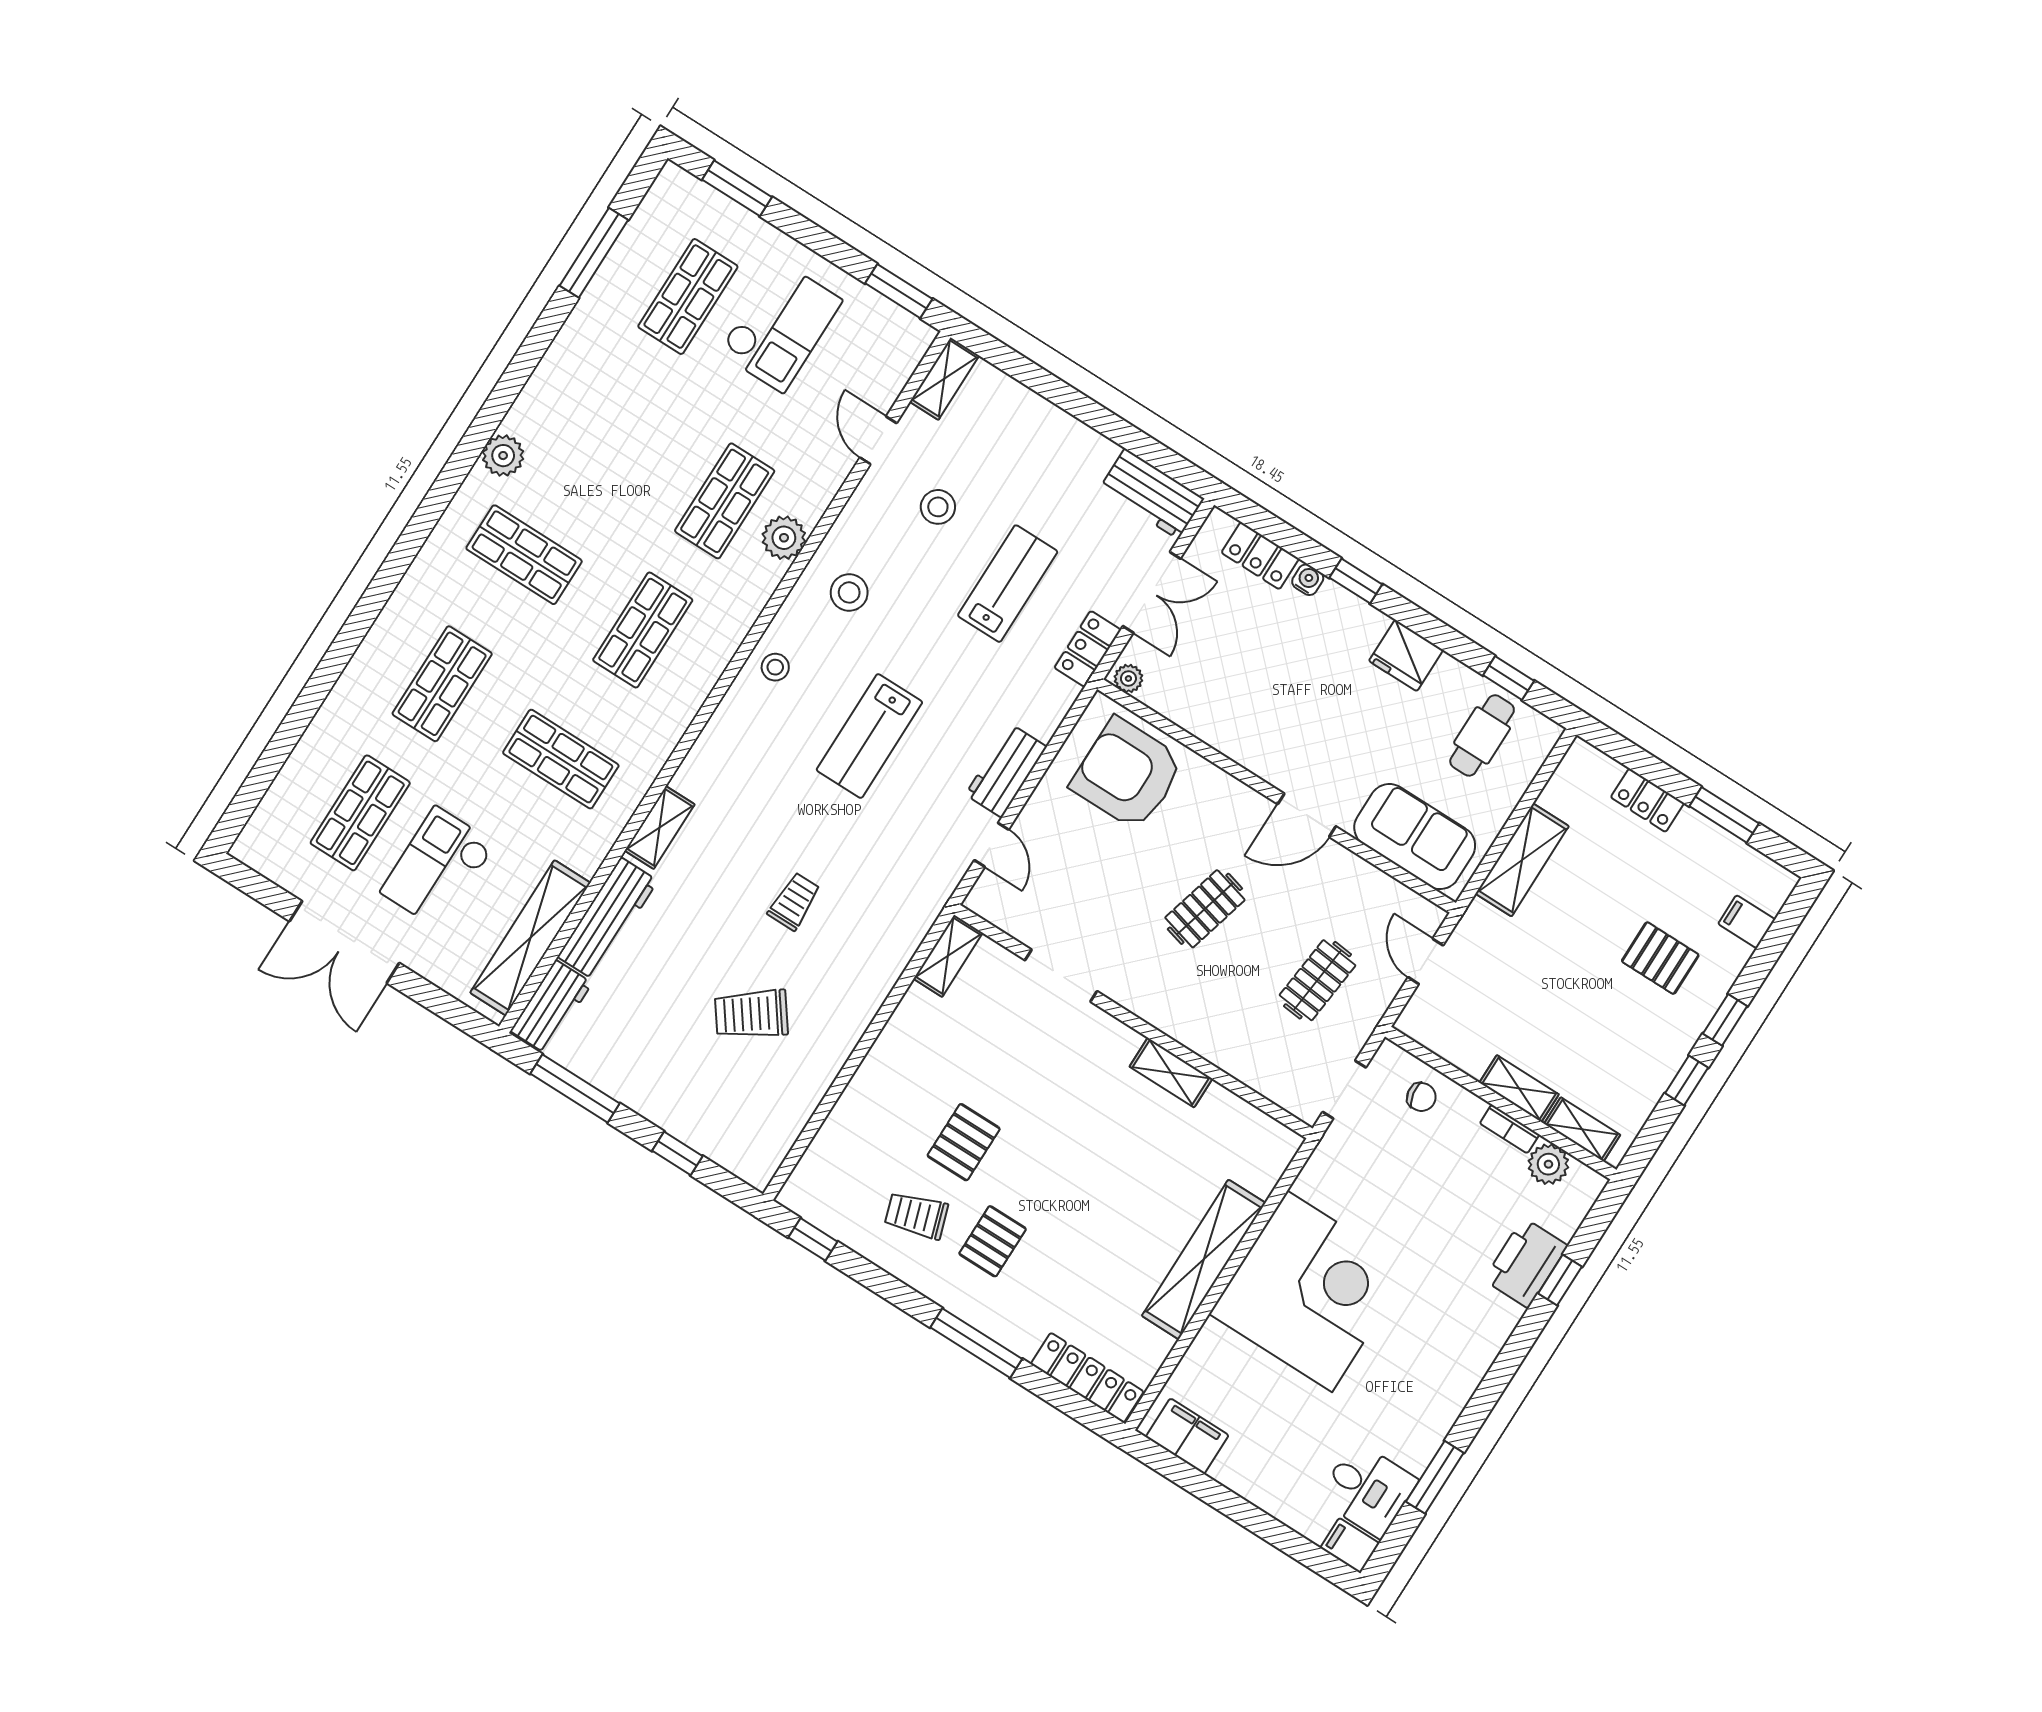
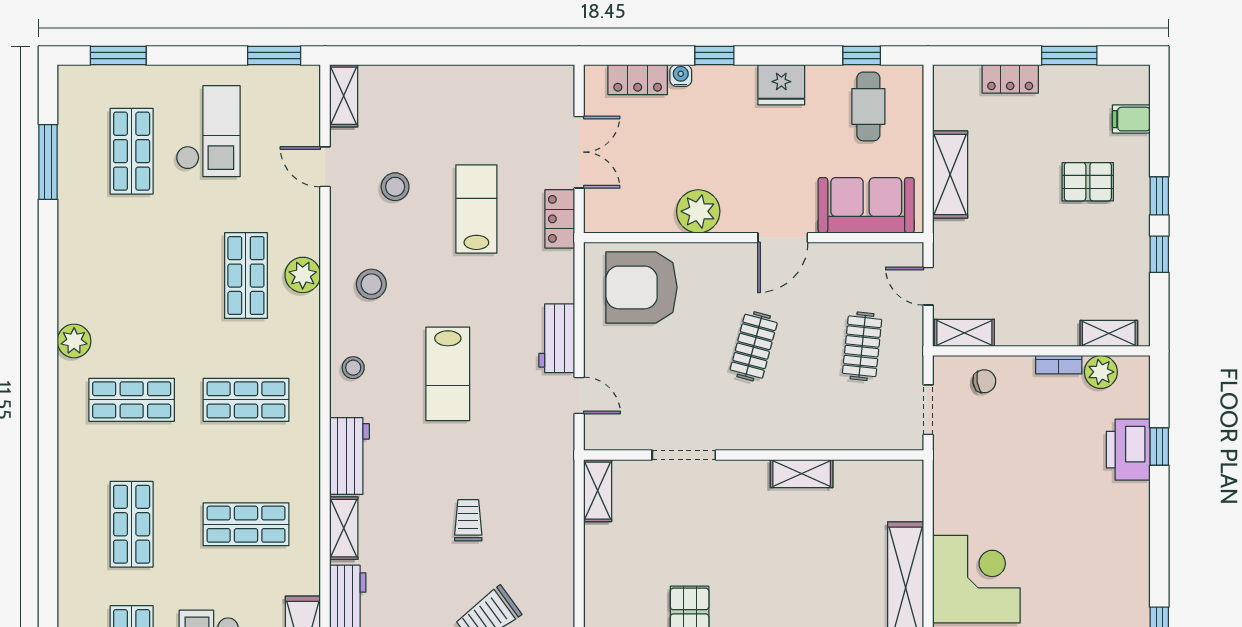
workbench: (1152, 494) -> (349, 456), moved, turned -90
shop shelf: (643, 630) -> (246, 400), turned 90
plant: (1128, 678) -> (698, 211), moved, width x1.88, depth x1.88
shelving: (1519, 1089) -> (964, 333), moved
corner desk: (1310, 1291) -> (976, 579), width x0.74, depth x0.74

